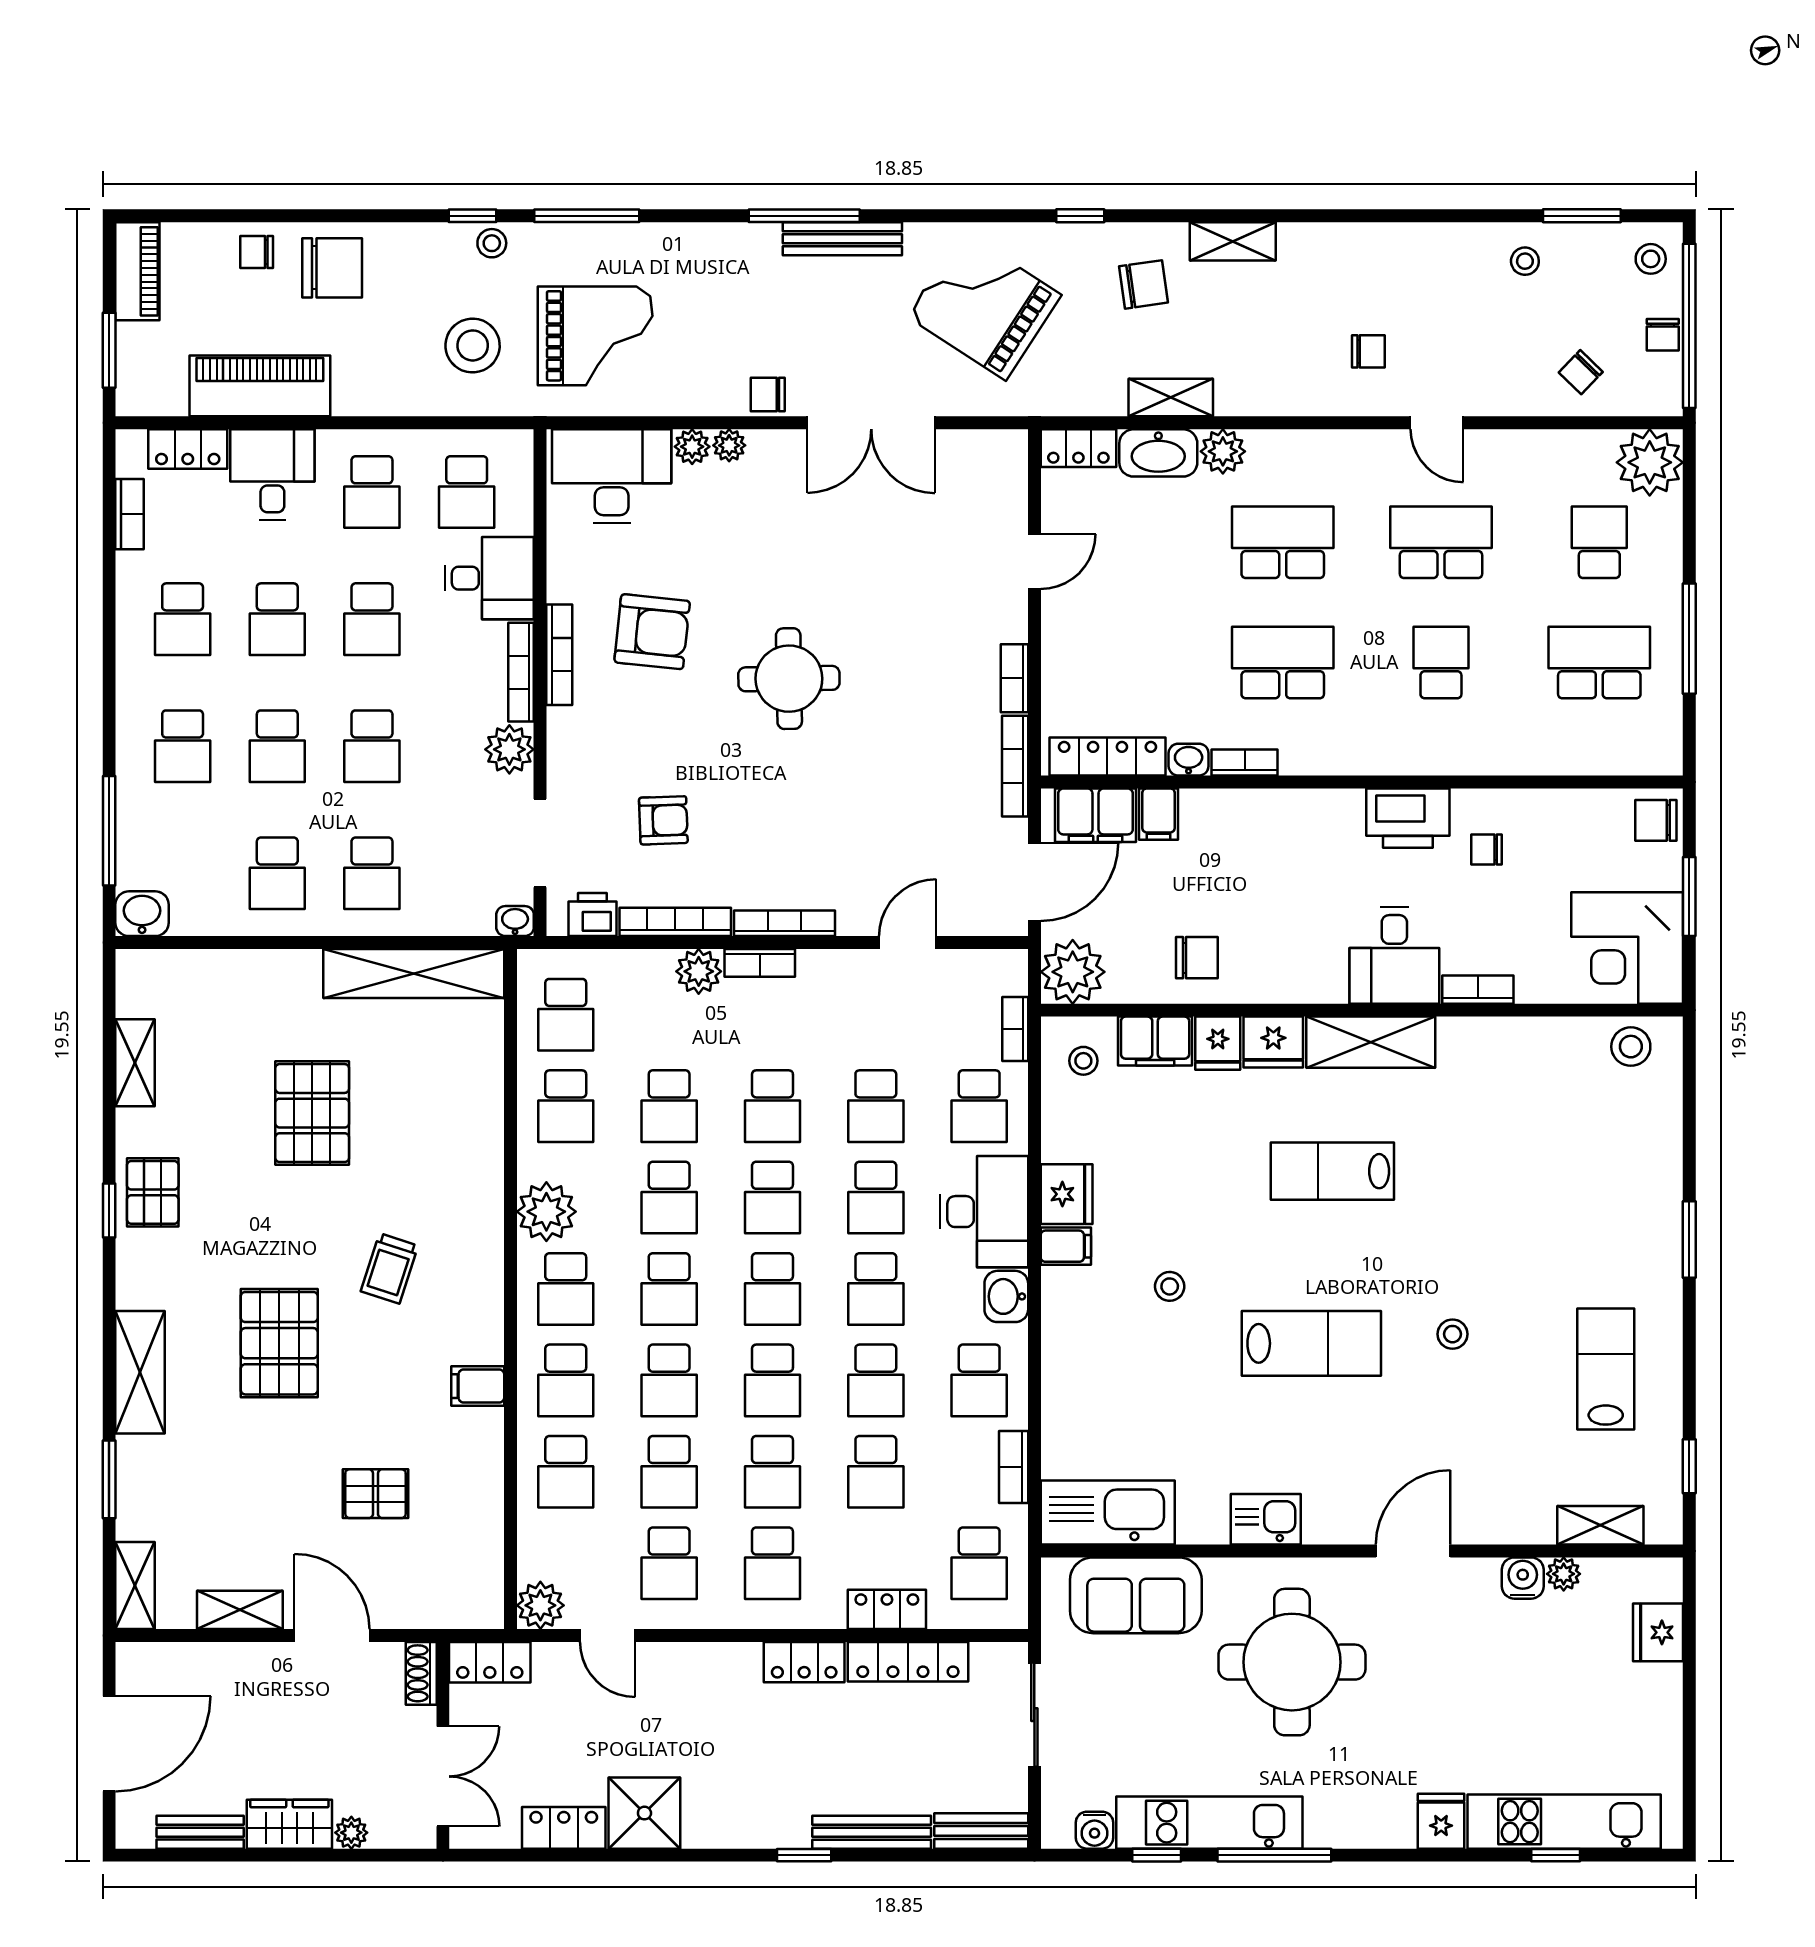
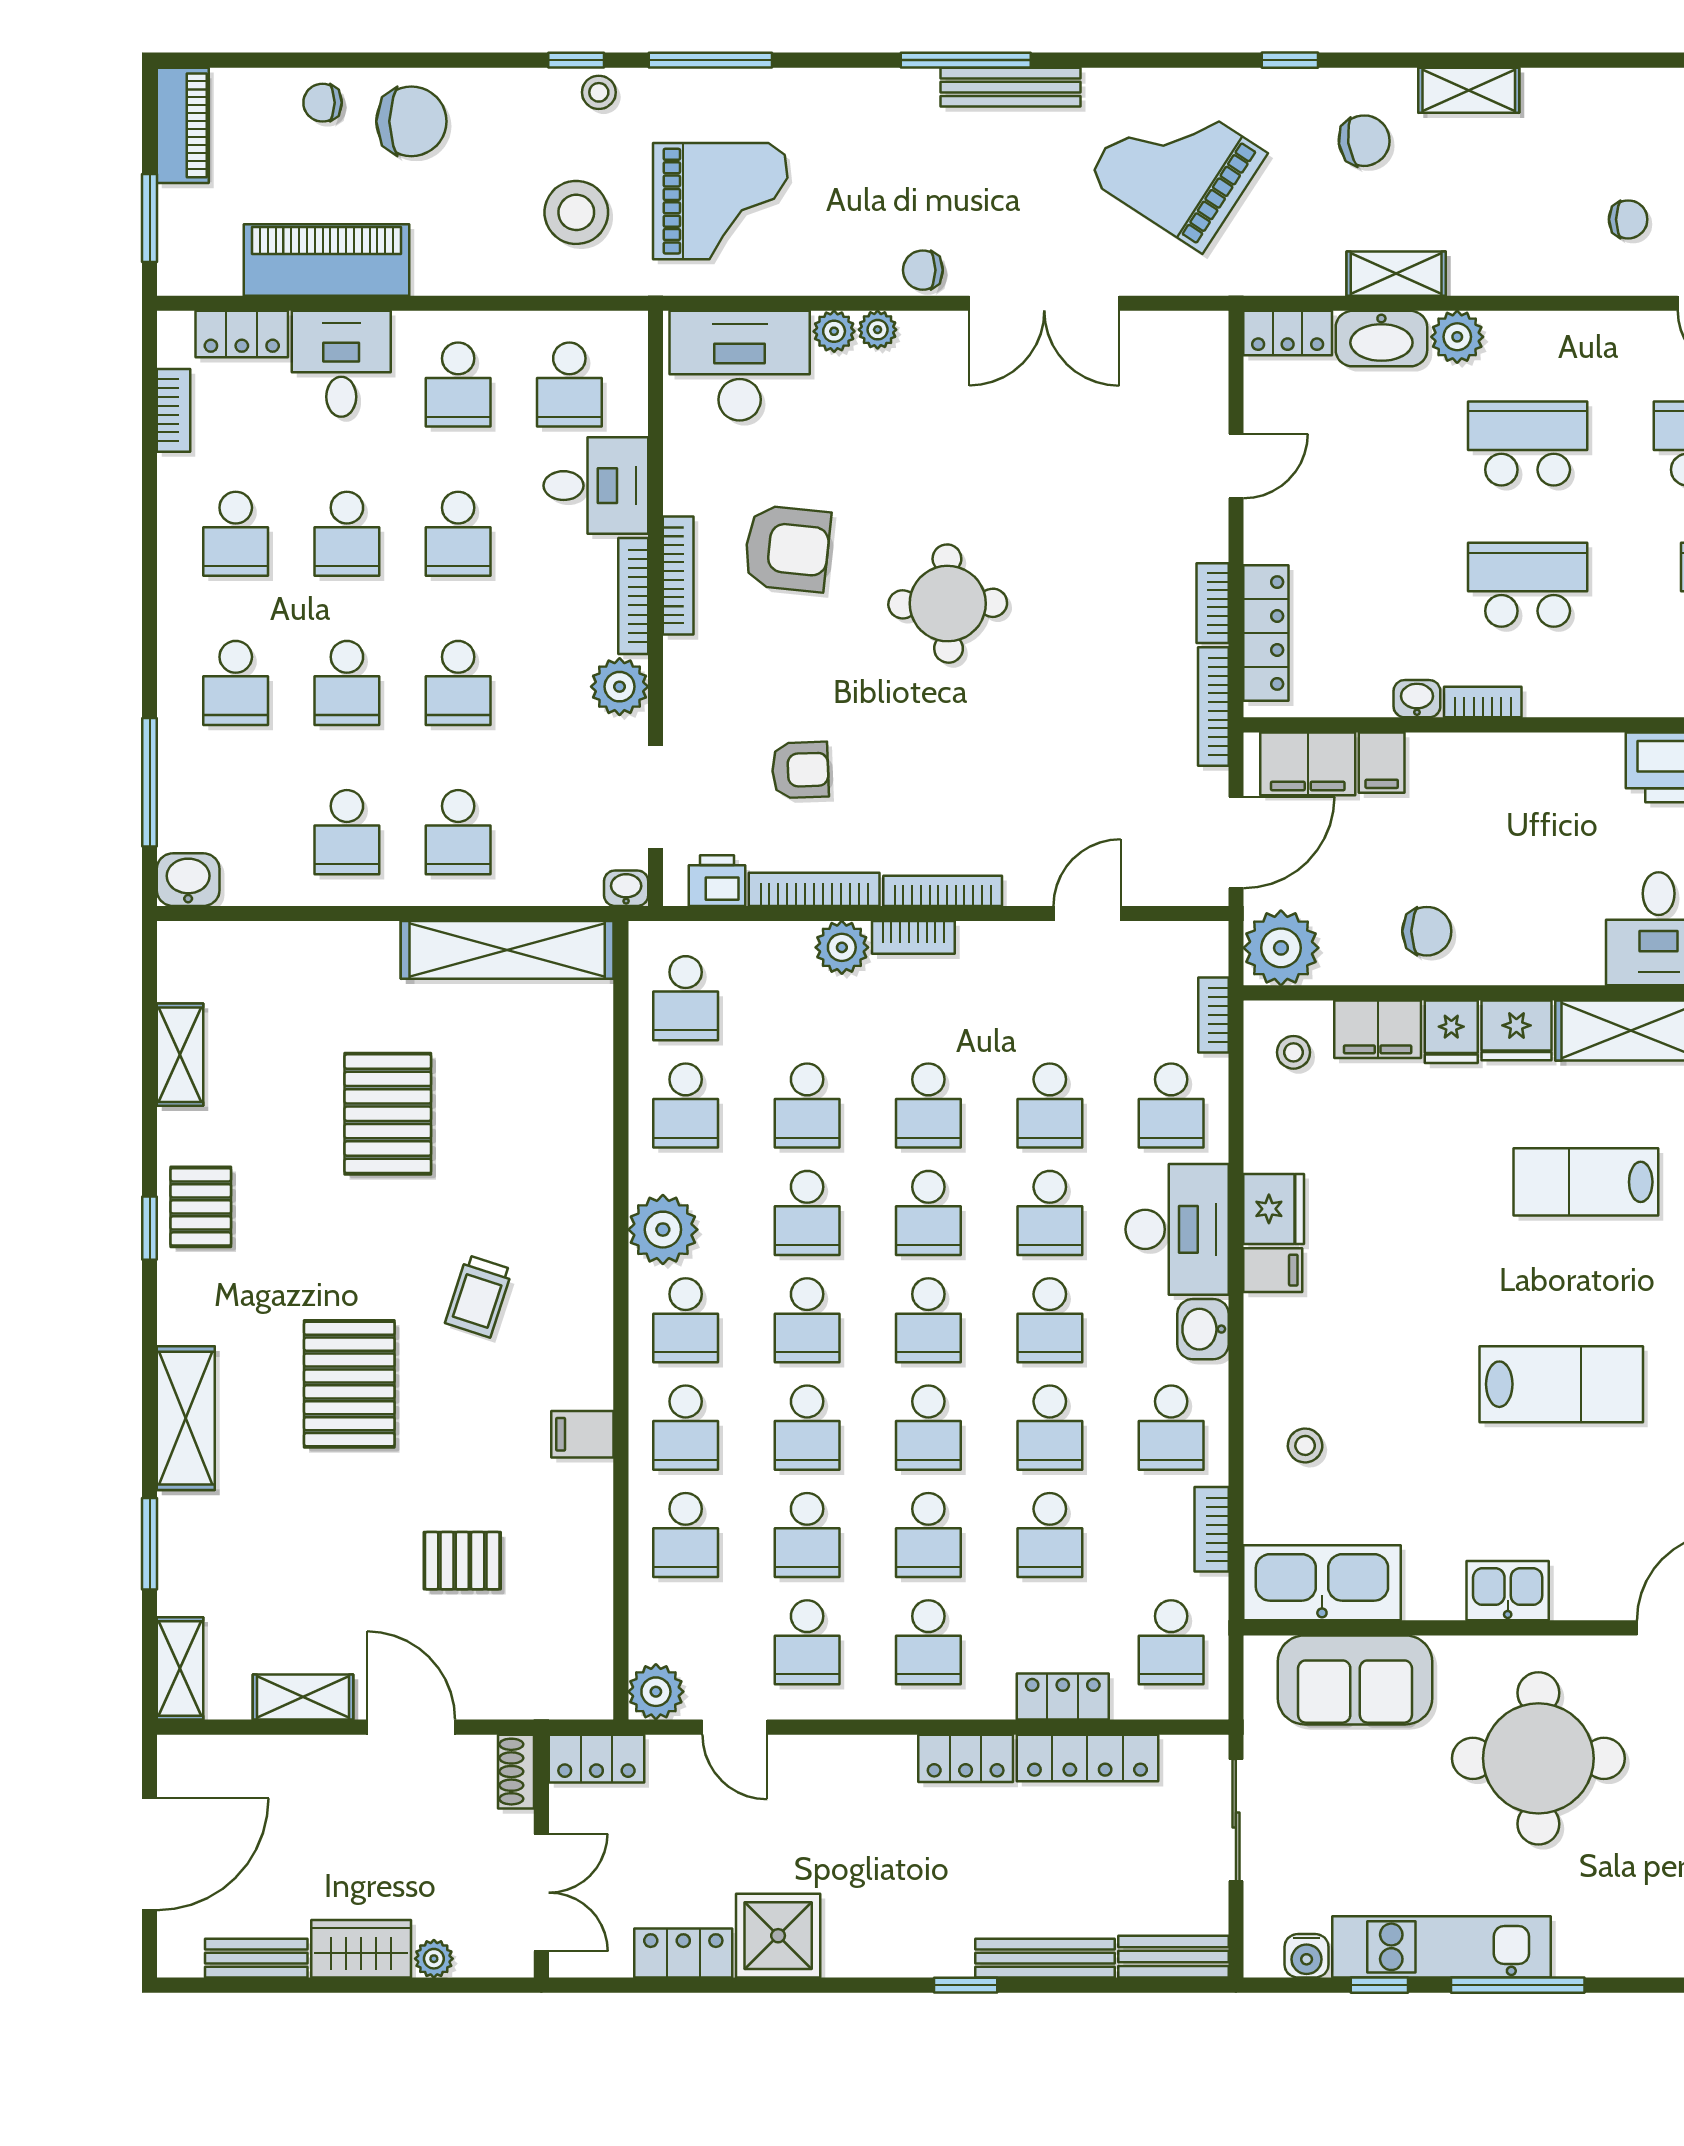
locker: (1107, 756) -> (1266, 633), moved, turned 90
stool: (1170, 1286) -> (1305, 1445), moved

